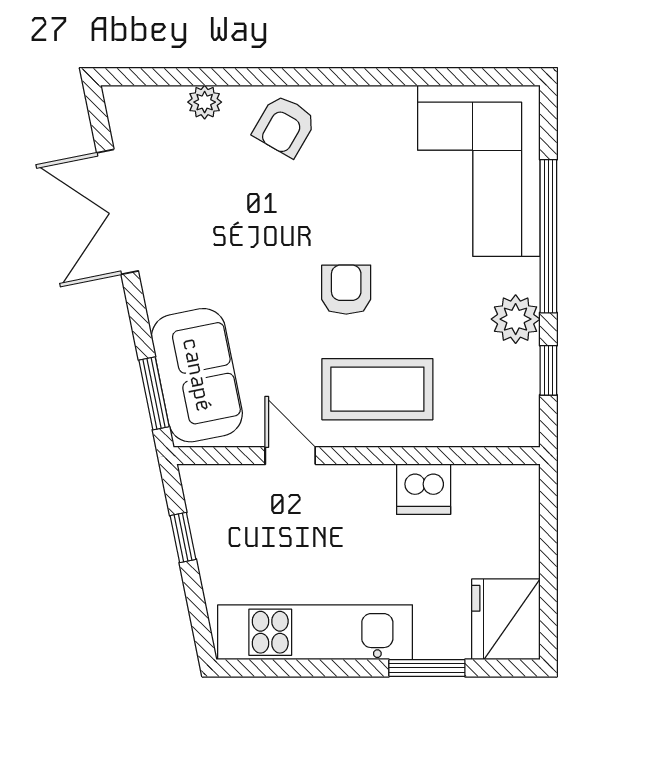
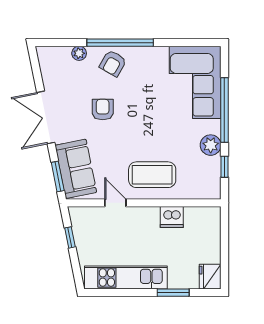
window: (302, 77) -> (120, 43), added
double door: (117, 212) -> (46, 117), moved
armchair: (346, 290) -> (103, 110), moved
fridge: (506, 619) -> (210, 277), width x0.73, depth x0.75

